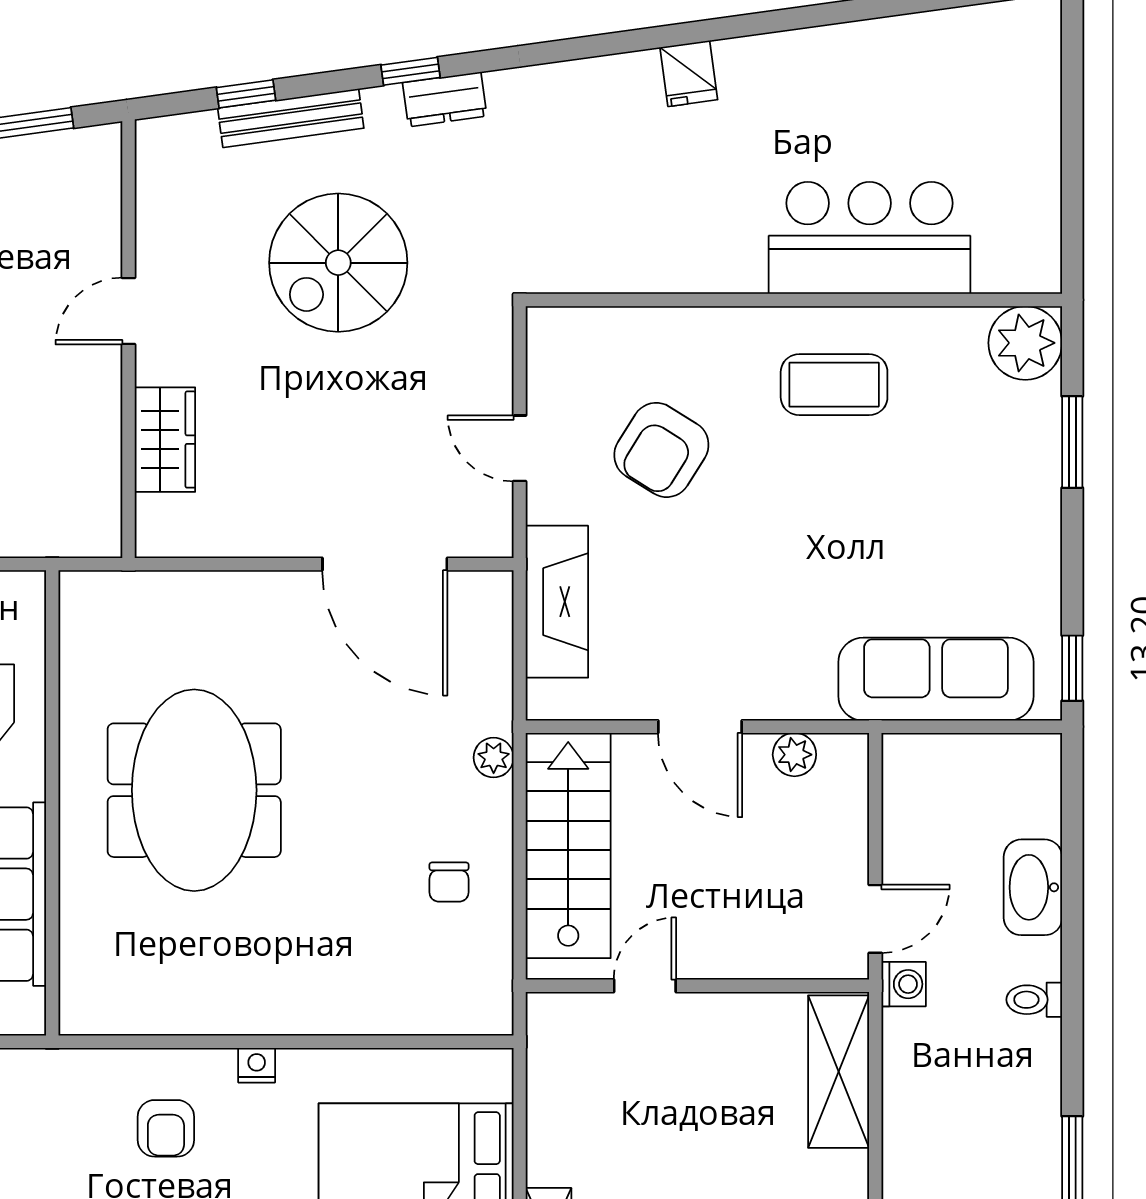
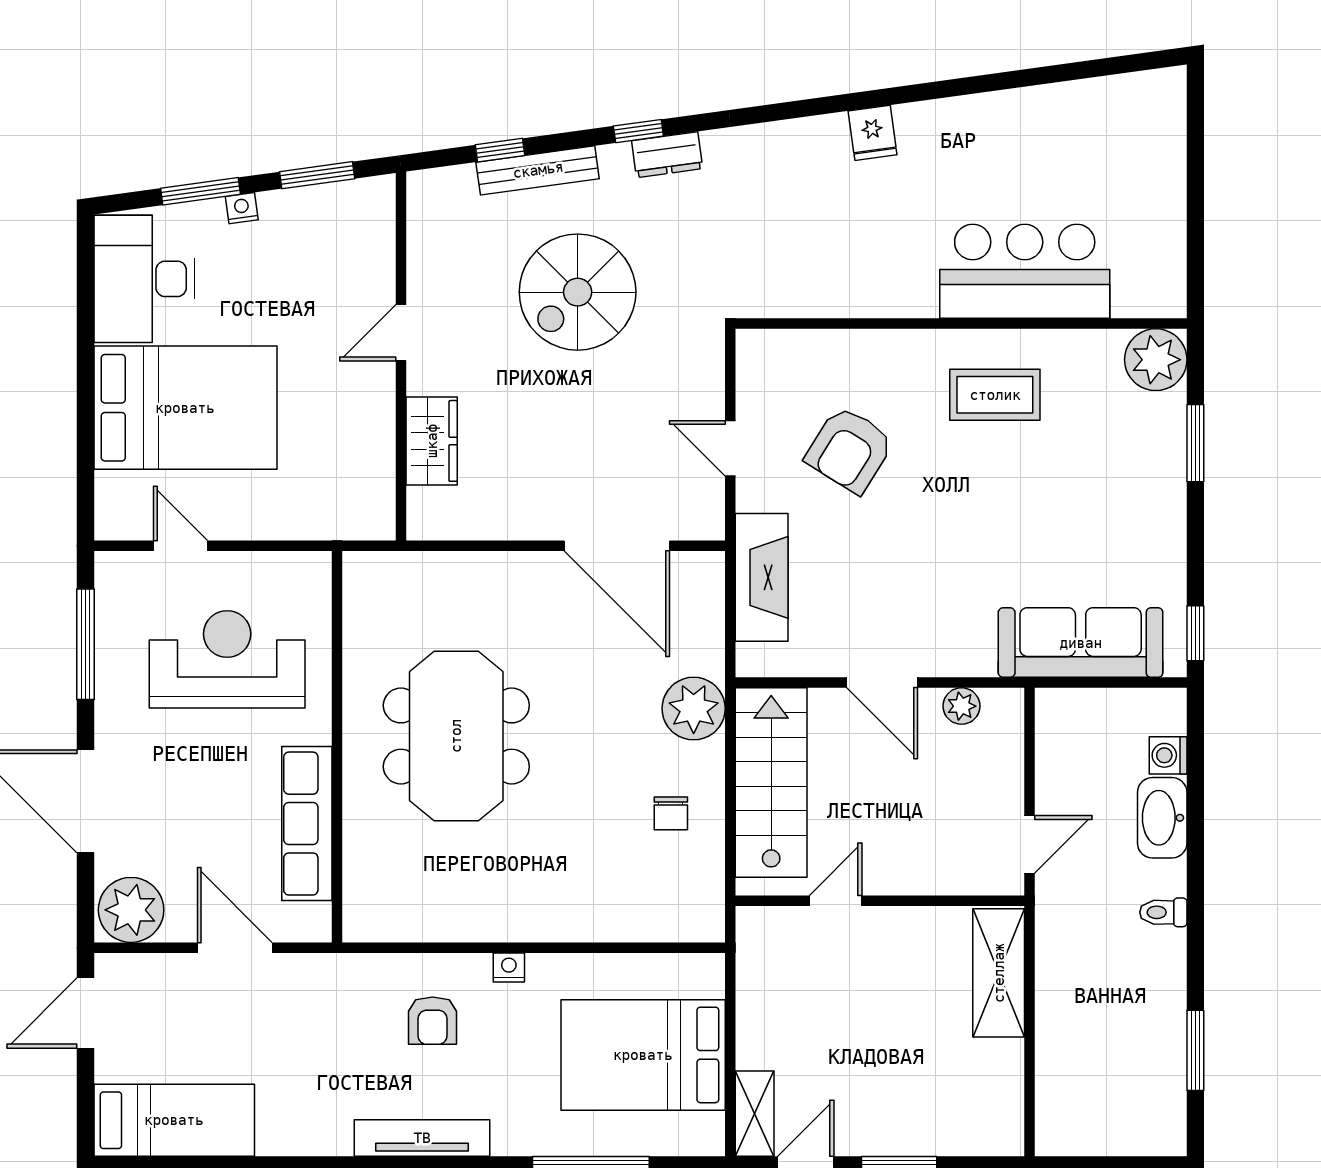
plant: (494, 758) -> (694, 709), width x1.88, depth x1.88
washing machine: (904, 984) -> (1168, 755), moved, turned 180

